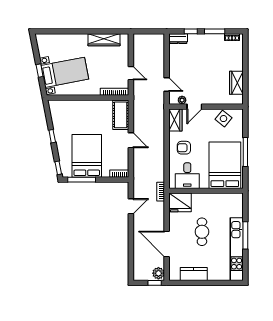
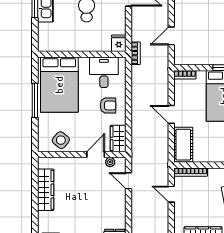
wardrobe: (236, 83) -> (46, 190), width x1.50
fridge: (180, 202) -> (119, 43), width x0.53, depth x0.75

